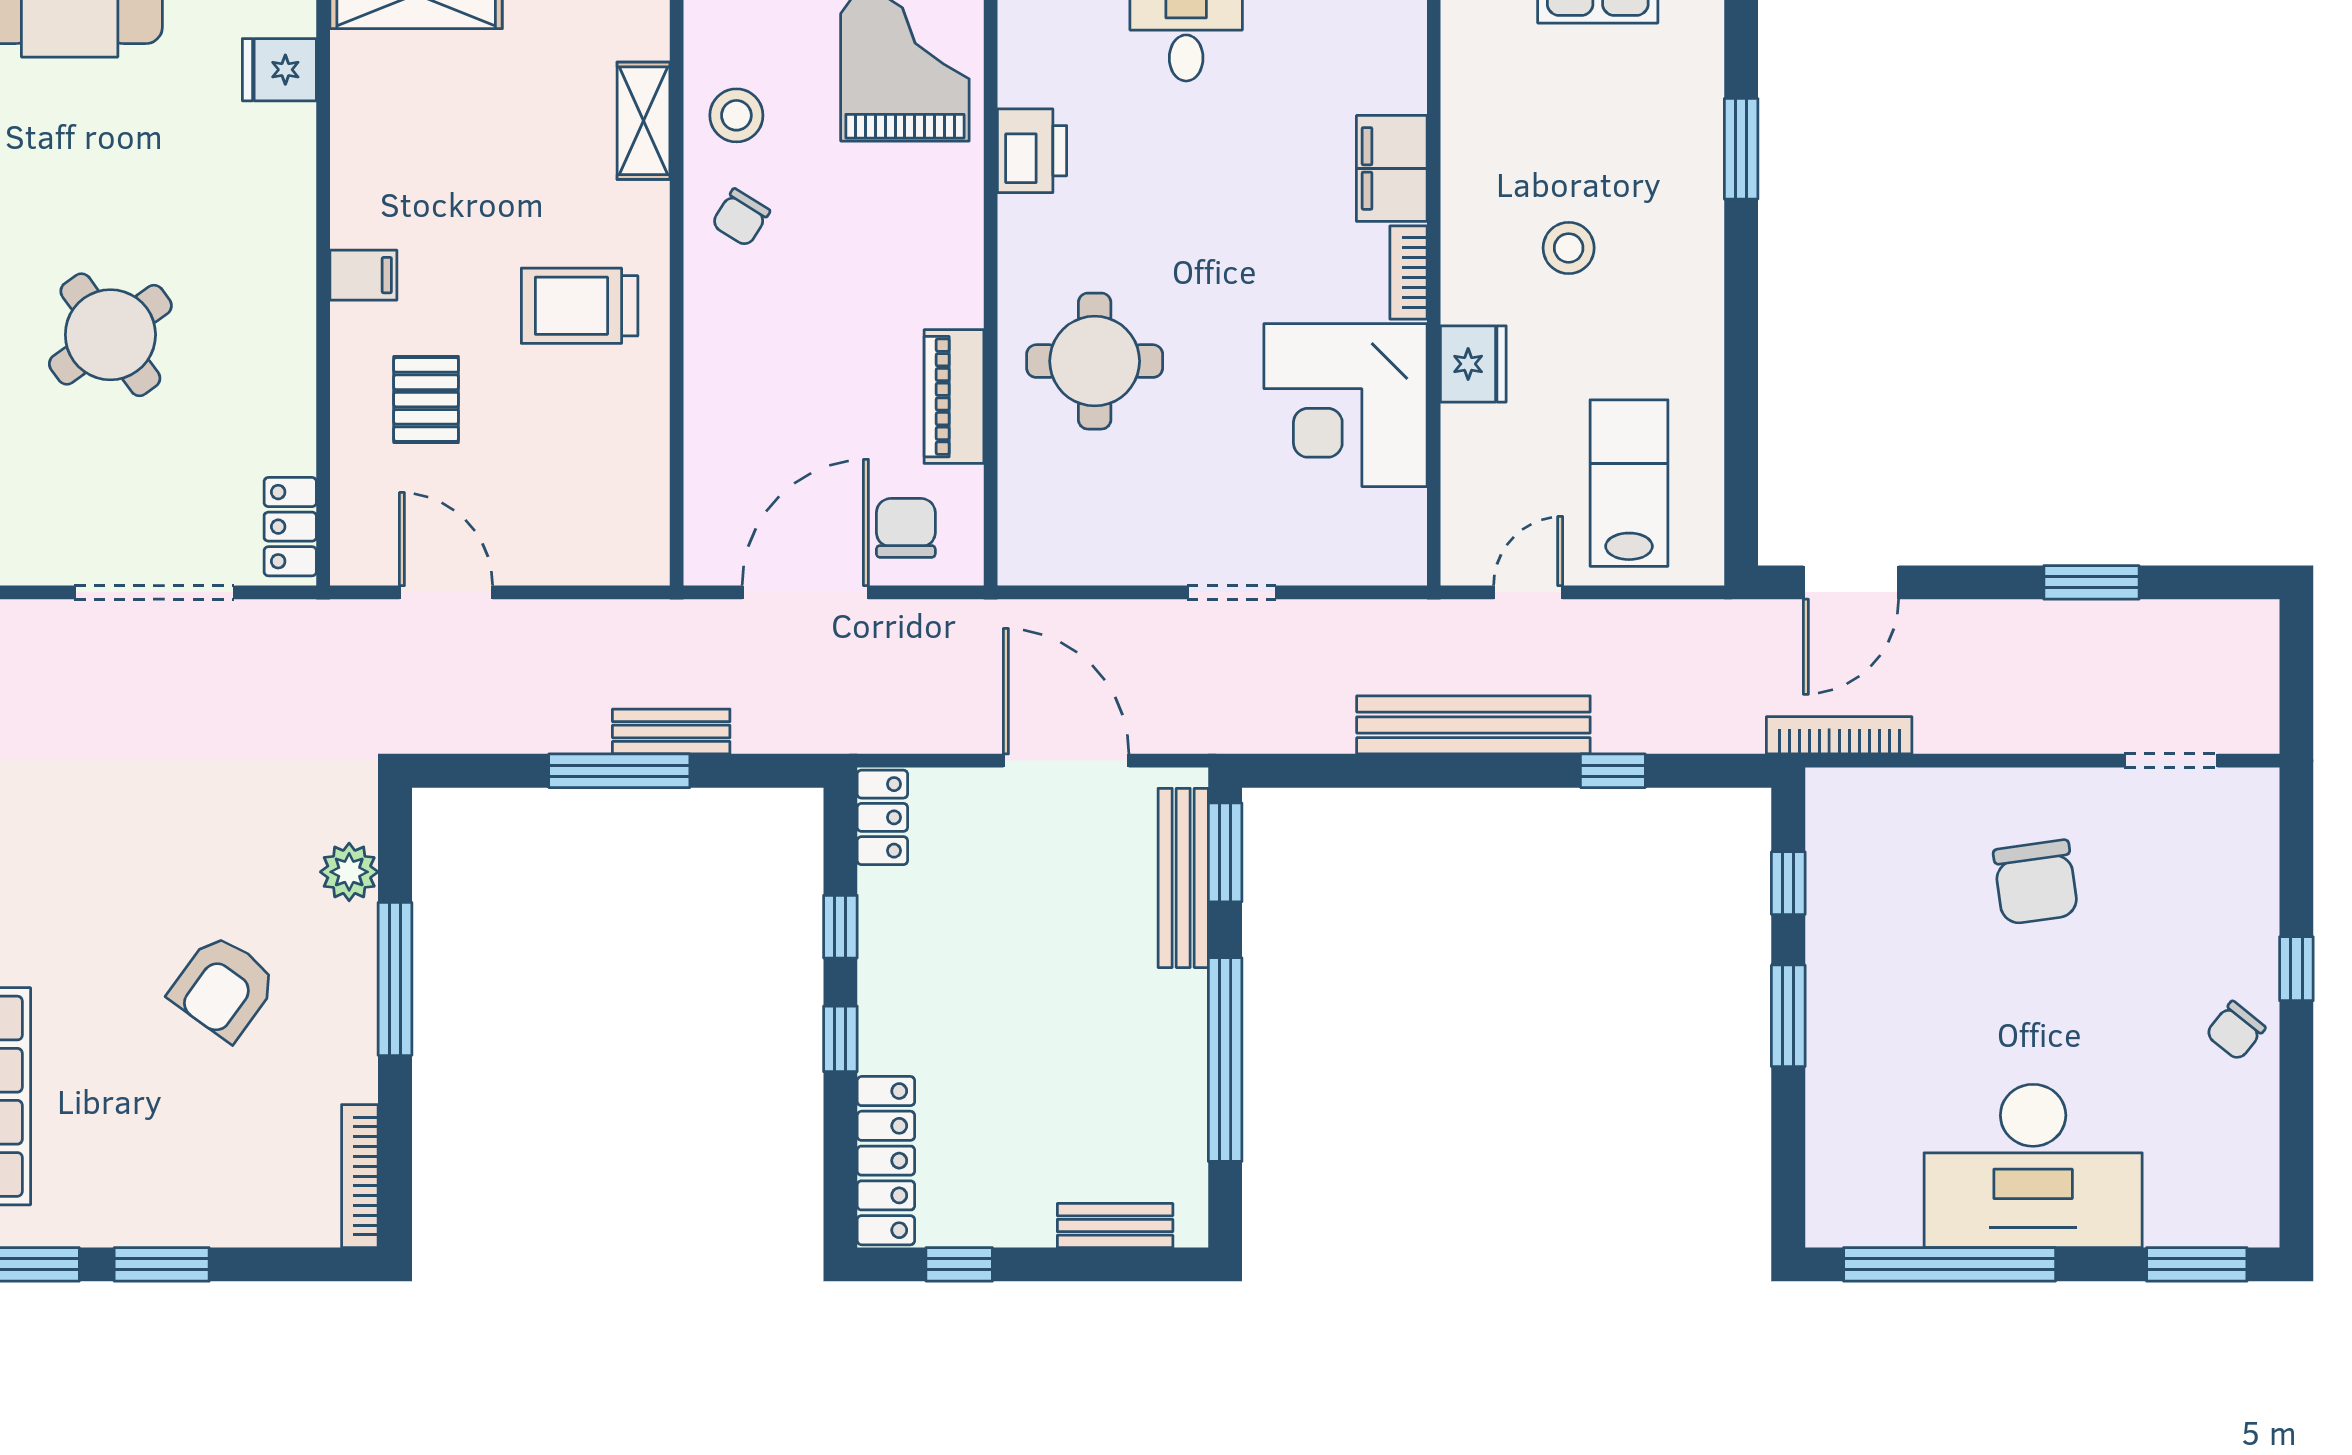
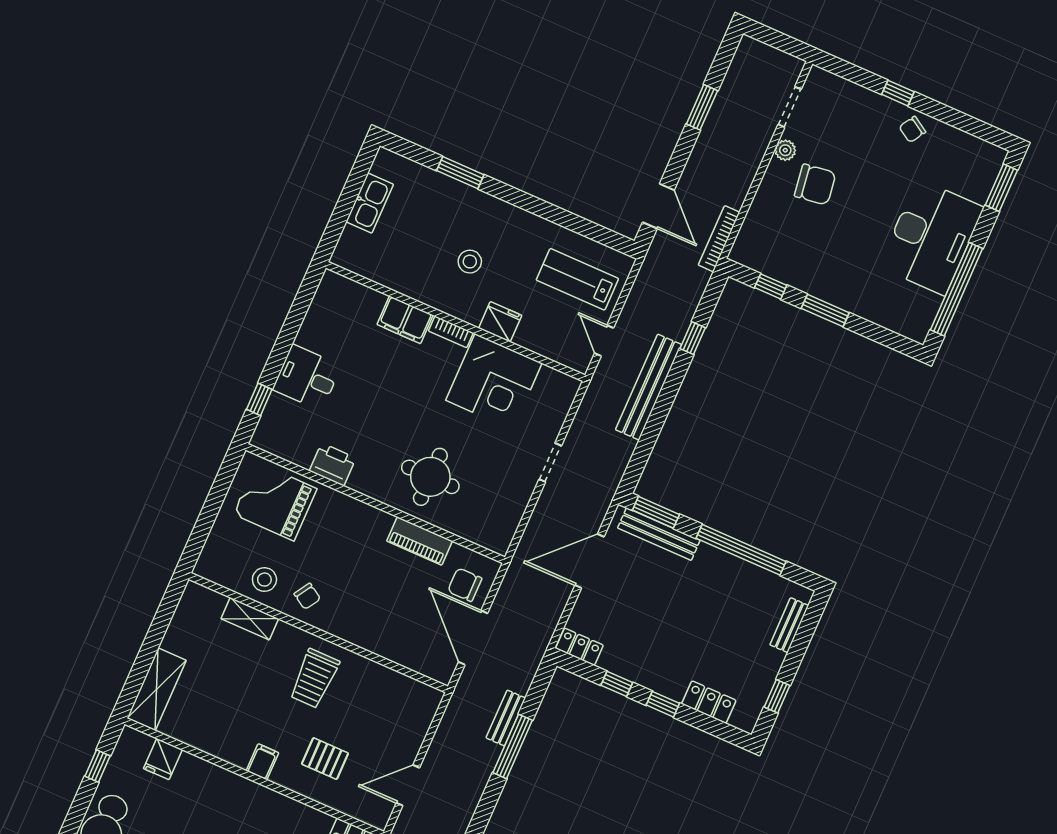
plant: (2079, 791) -> (785, 150), added
chair: (2235, 1031) -> (912, 129), turned 83
locker: (886, 1161) -> (709, 702), width x0.66

